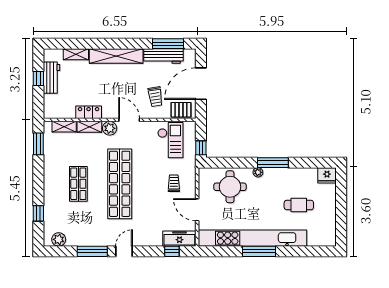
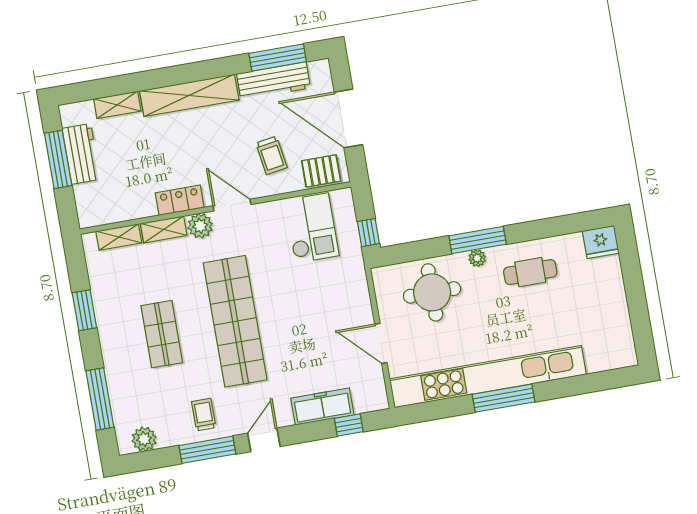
window: (38, 78) -> (58, 159), width x2.17
door: (201, 84) -> (348, 118), hinge flipped
locker: (89, 112) -> (180, 200), moved
window: (38, 144) -> (84, 310), moved
window: (273, 163) -> (478, 240), moved
trolley: (174, 183) -> (204, 415), moved
cafe table: (299, 205) -> (530, 272), moved
window: (38, 213) -> (100, 399), width x2.17
freezer: (179, 239) -> (322, 407), moved

